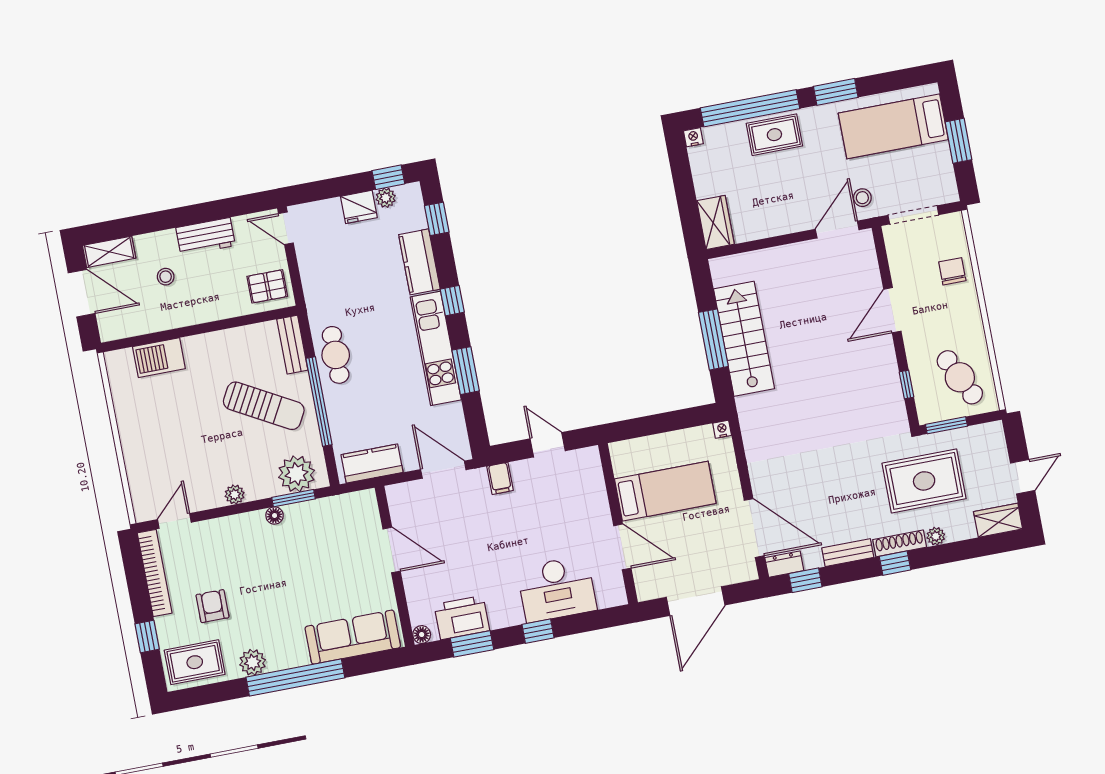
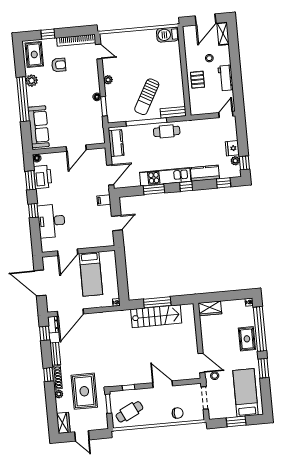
pallet: (267, 286) -> (197, 80), moved
barbecue: (159, 358) -> (168, 35), moved, turned -90
plant: (297, 474) -> (115, 109), removed

